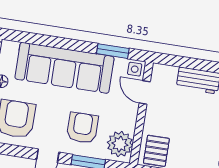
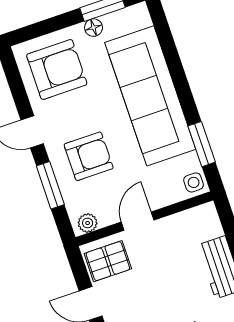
door: (145, 92) -> (138, 221), moved
plant: (120, 144) -> (88, 223), width x0.53, depth x0.53

